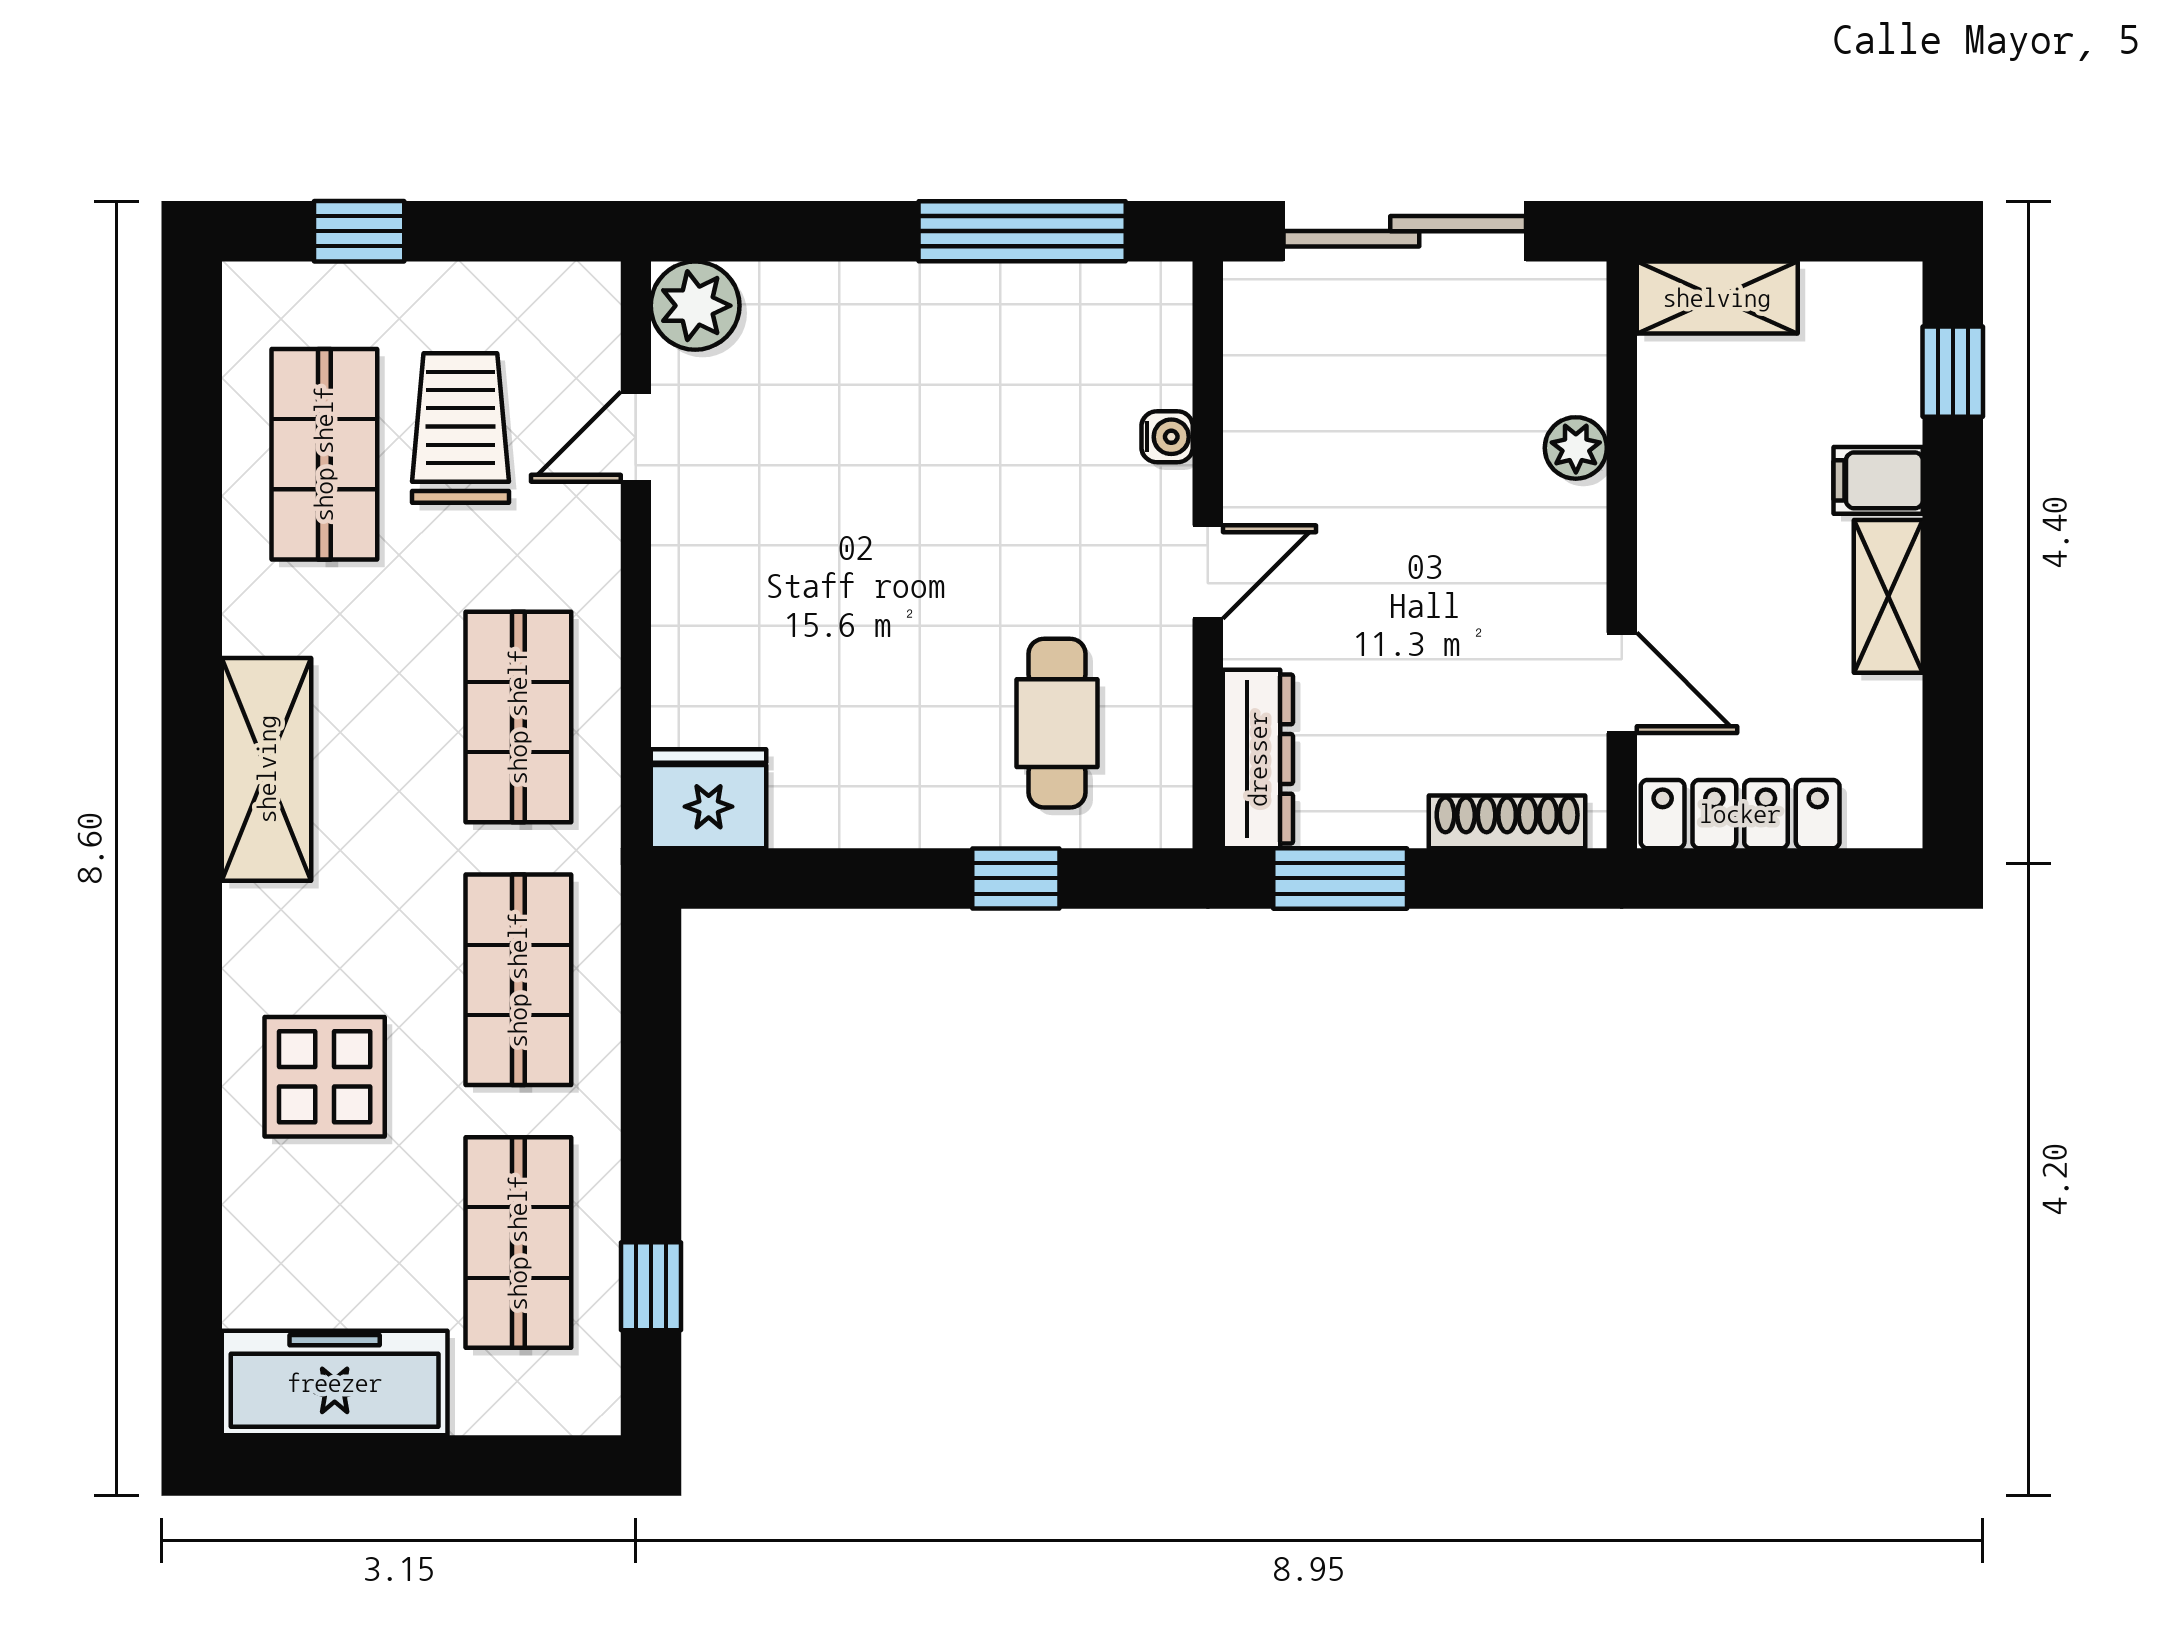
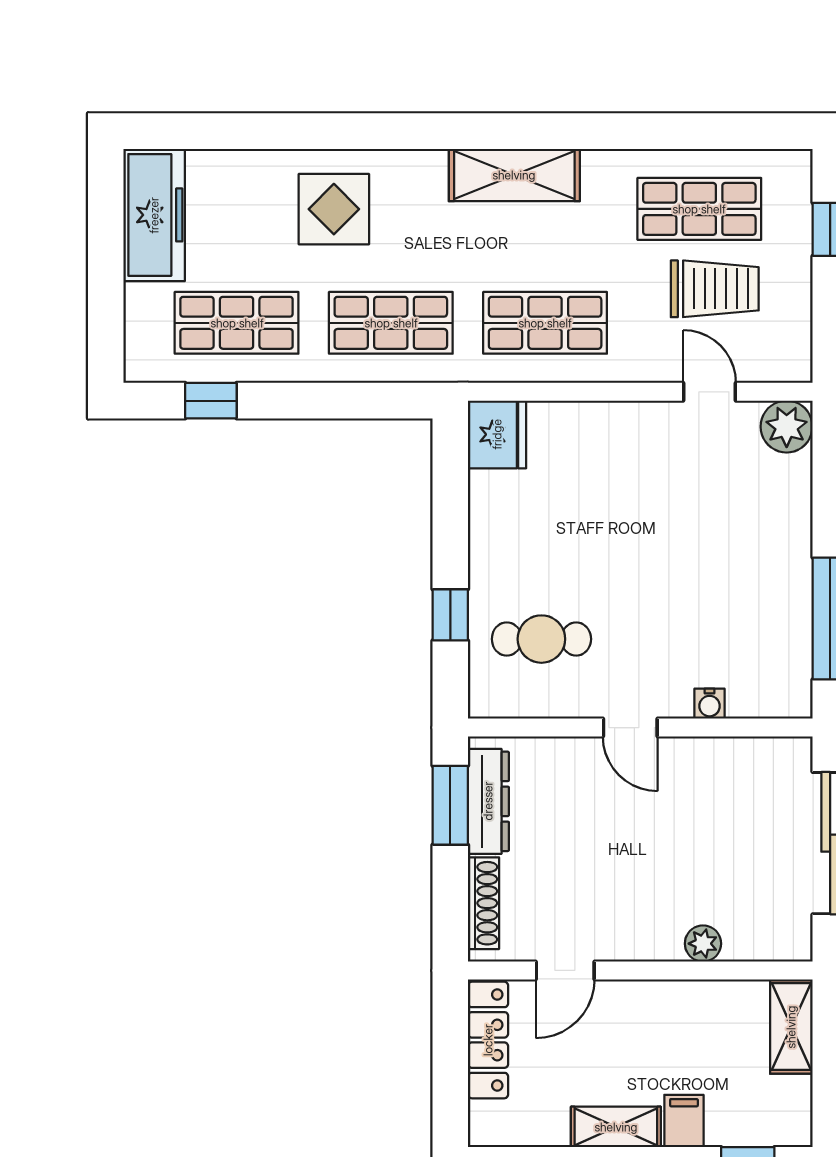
dresser: (1258, 759) -> (488, 801), moved, turned -90

